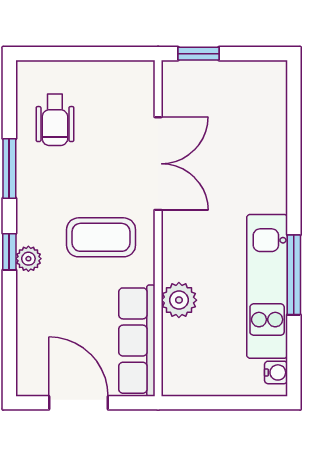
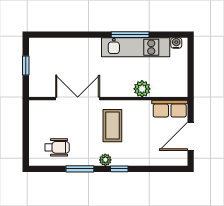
window: (198, 54) -> (26, 65), moved
plant: (28, 259) -> (105, 160), moved
row of seats: (137, 341) -> (170, 109), width x0.68

